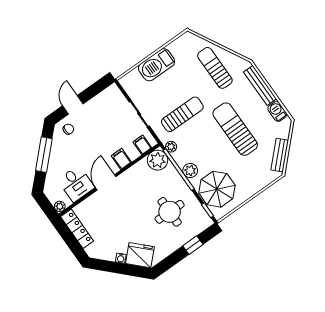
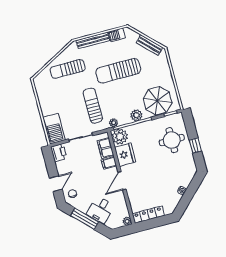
barbecue: (157, 65) -> (54, 129), moved
printer: (111, 94) -> (59, 153), added
door: (73, 105) -> (56, 184), swing flipped
filing cabinet: (142, 145) -> (106, 148), width x2.00
door: (106, 182) -> (122, 181), hinge flipped
desk: (76, 184) -> (100, 210), moved, turned 135
round table: (170, 212) -> (172, 140), moved
window: (193, 245) -> (195, 146), moved
fridge: (140, 255) -> (125, 155), moved, turned 135

